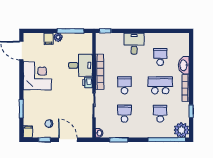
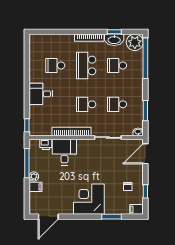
washbasin: (184, 65) -> (114, 40), moved
corner desk: (37, 76) -> (89, 199), moved
printer: (88, 83) -> (46, 144), moved
door: (68, 140) -> (145, 154), moved

